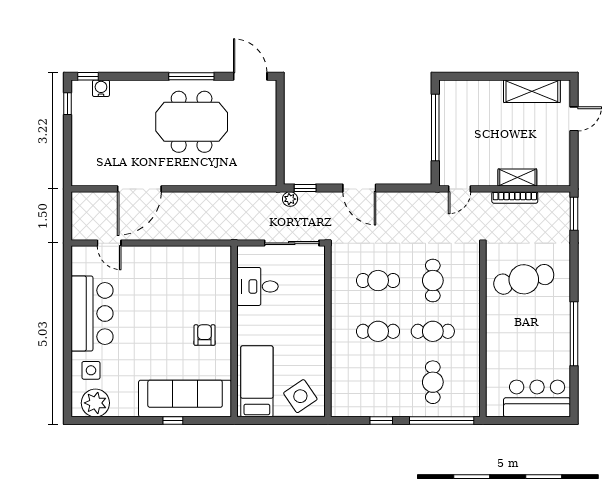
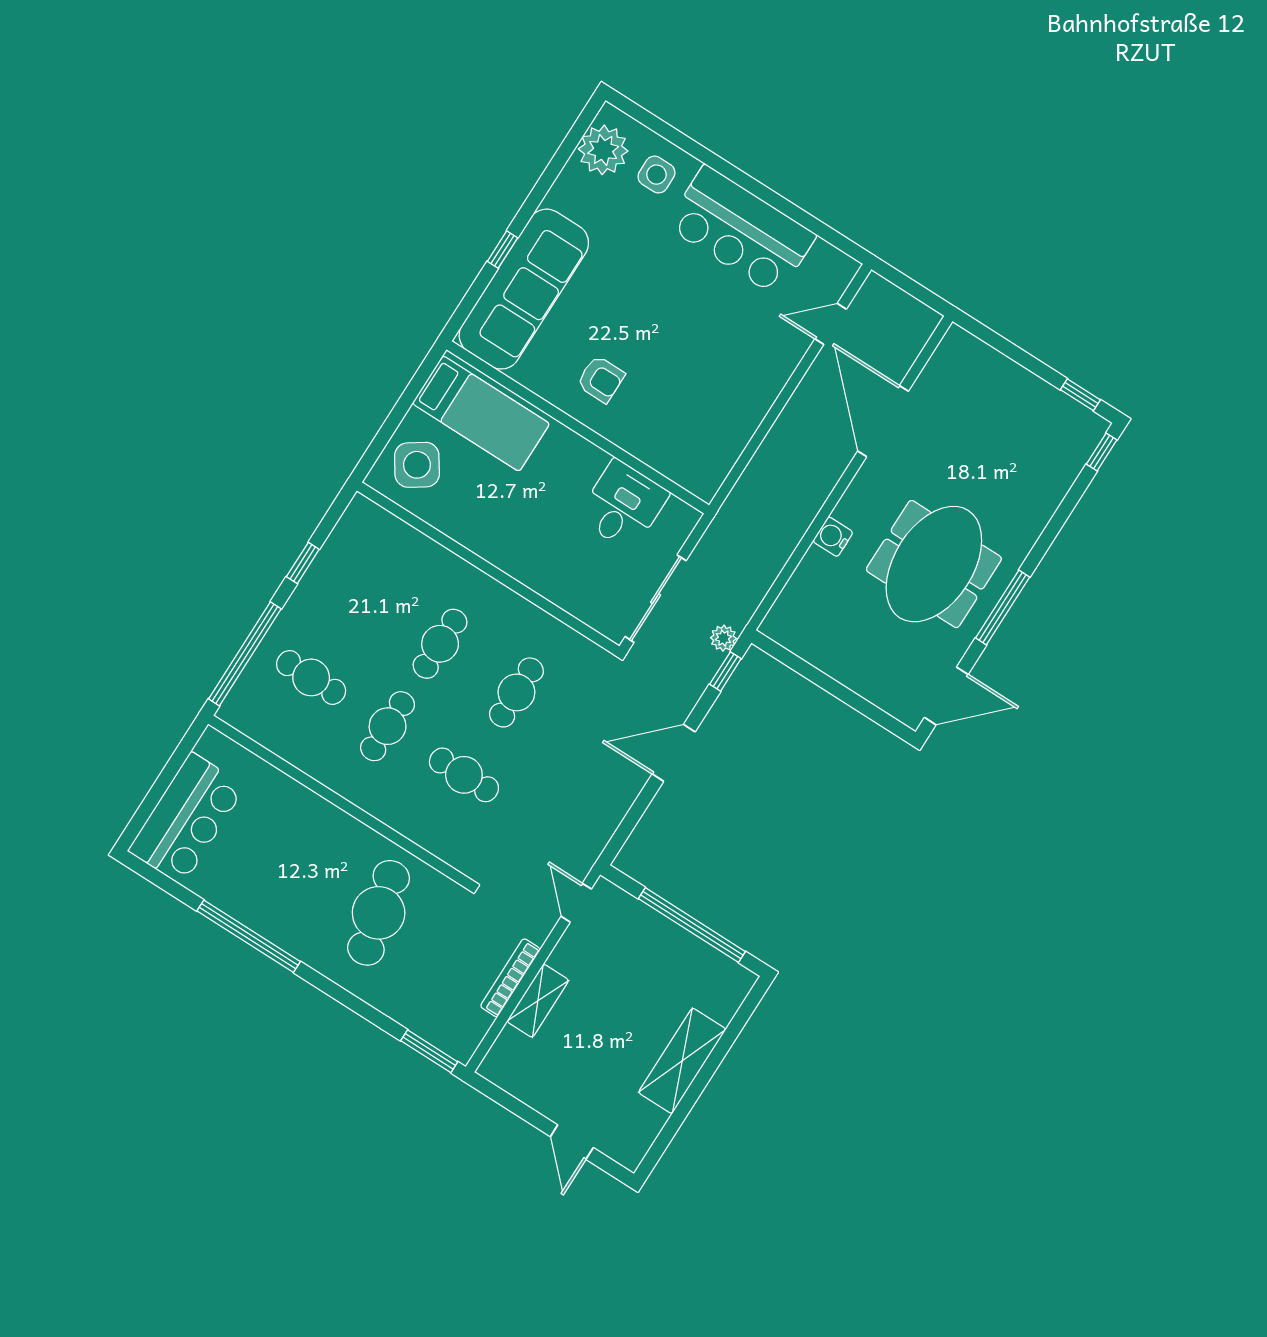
water cooler: (101, 88) -> (833, 537), moved, turned 180
shelving: (532, 91) -> (682, 1061), moved

